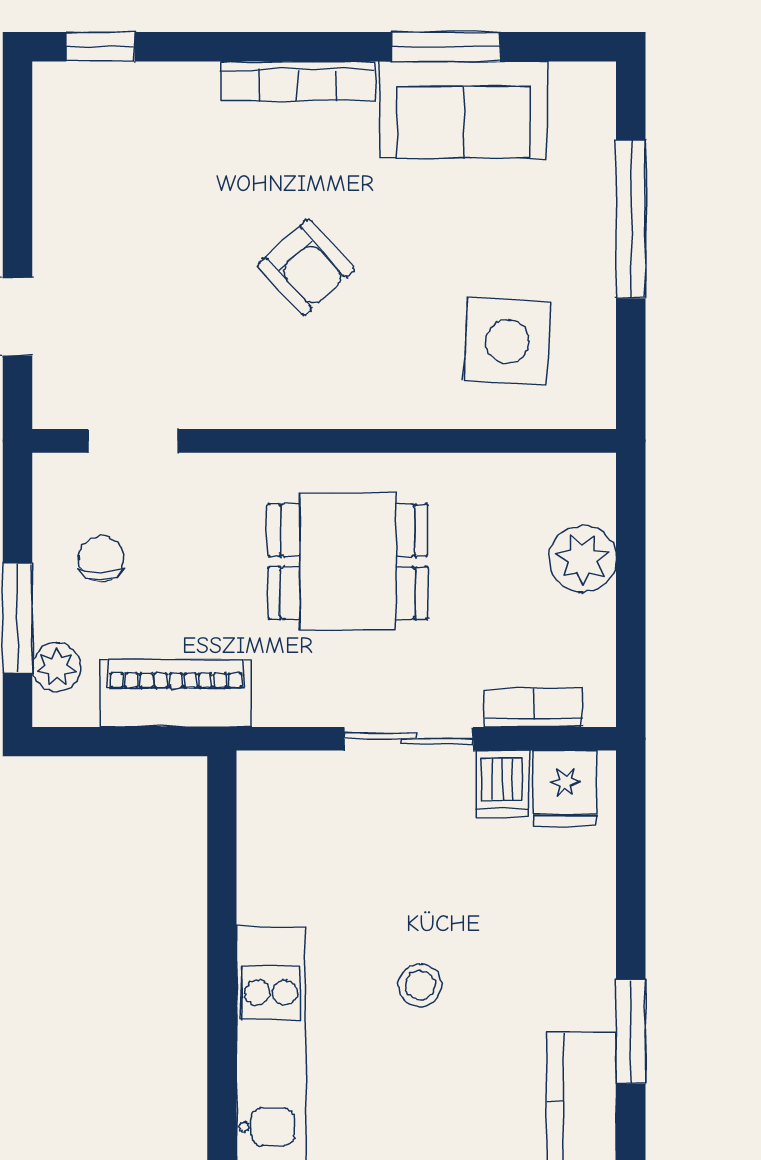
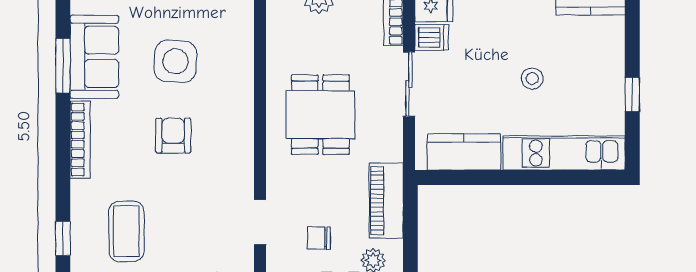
coffee table: (114, 174) -> (126, 231), added
armchair: (306, 267) -> (173, 136), turned -48
side table: (507, 341) -> (175, 61), moved
kitchen counter: (273, 849) -> (464, 152), added

